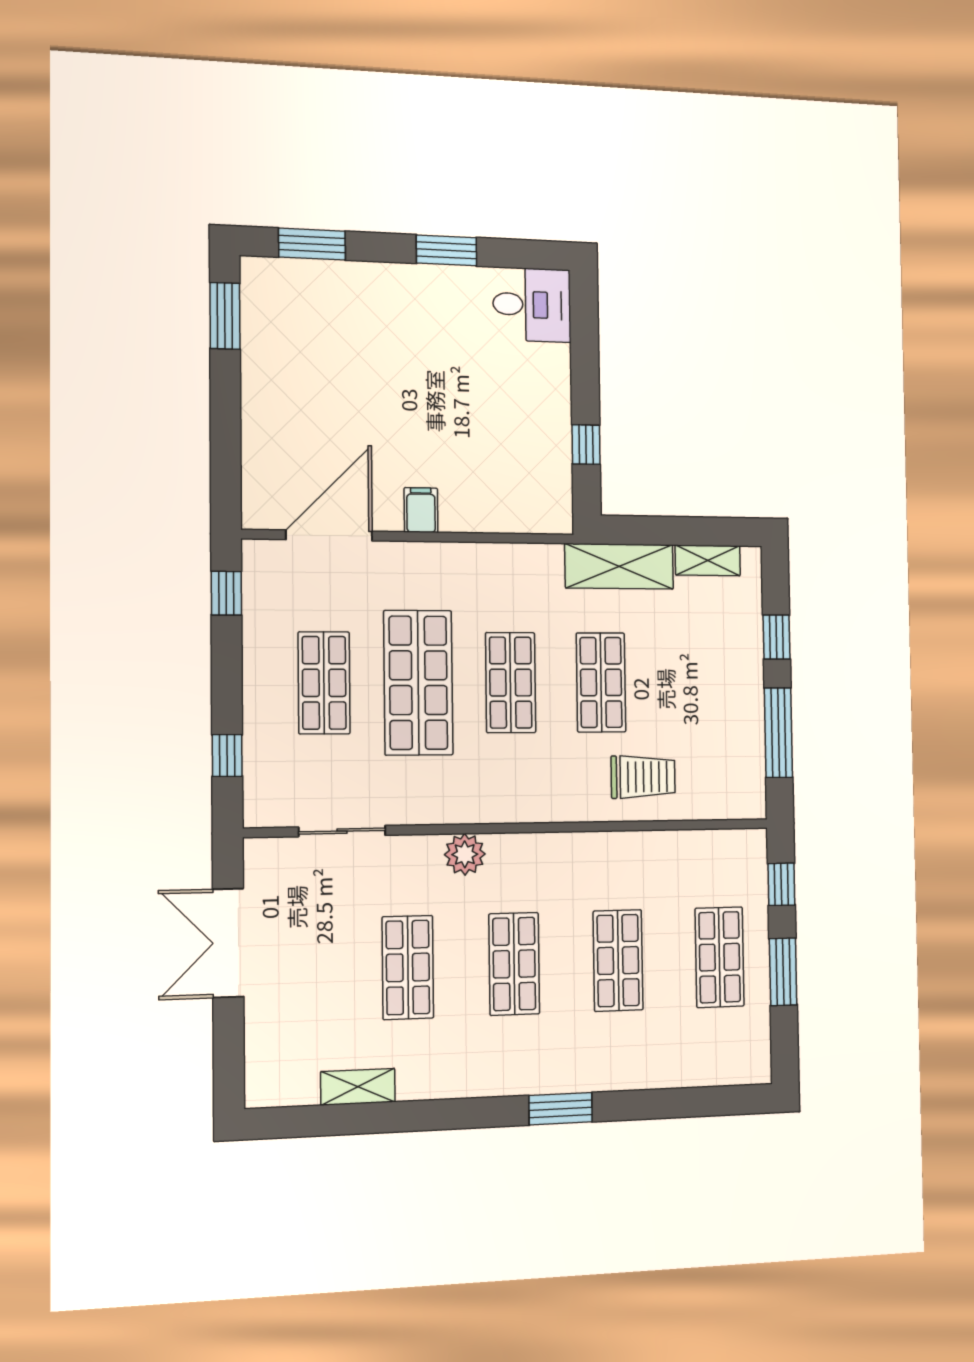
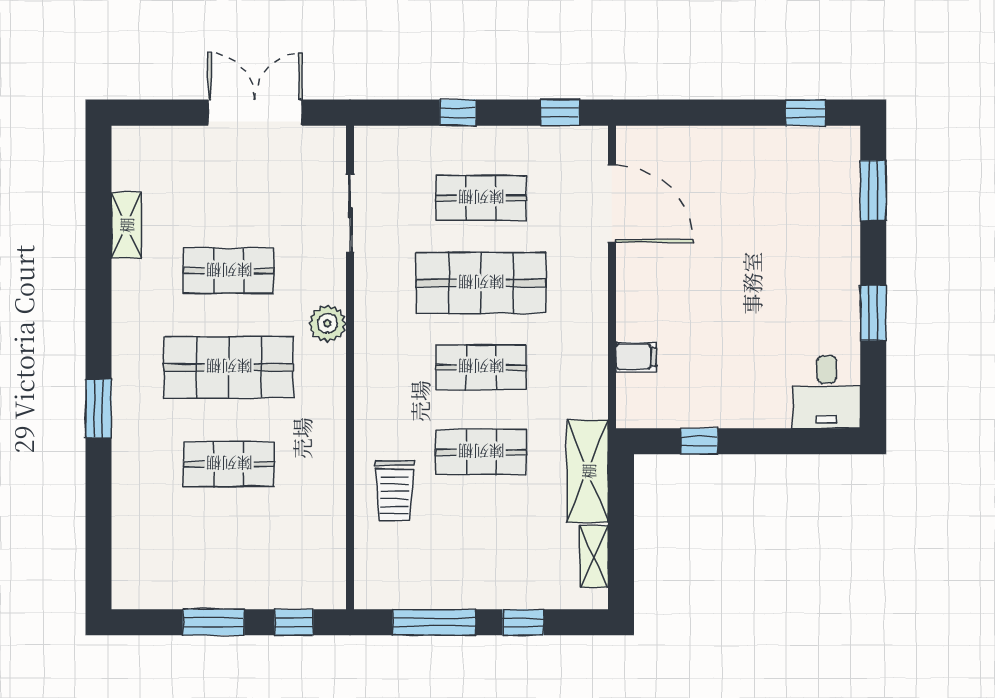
window: (225, 316) -> (805, 113), width x0.67
filing cabinet: (421, 510) -> (636, 357), moved
window: (227, 755) -> (458, 113), moved
shop shelf: (720, 957) -> (229, 561), removed
shop shelf: (514, 964) -> (229, 367), width x1.43, depth x1.36

